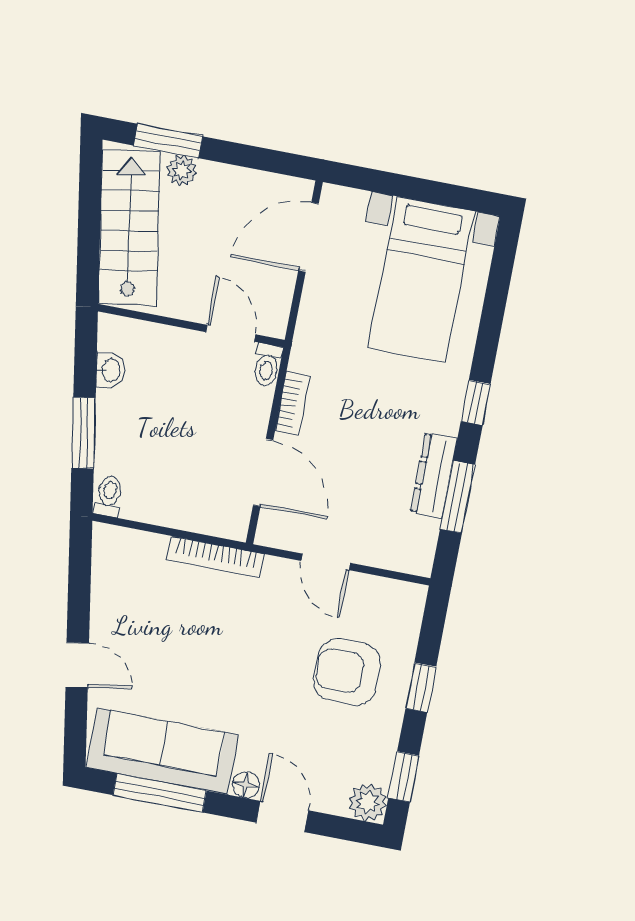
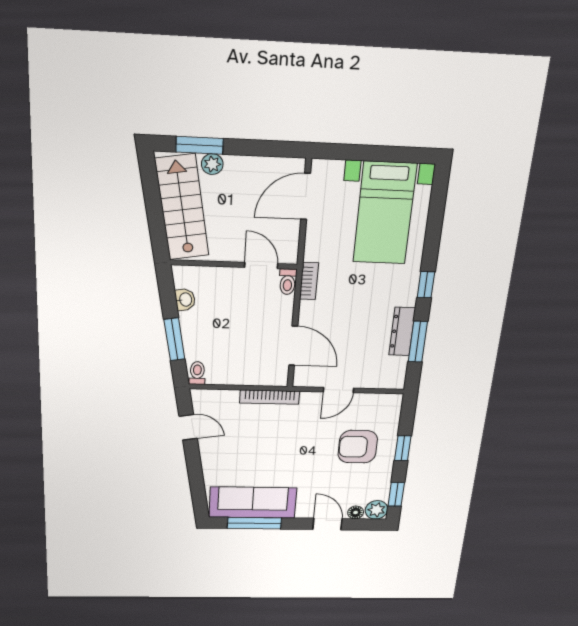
bookcase: (292, 403) -> (309, 281), moved
door: (326, 562) -> (339, 390), hinge flipped
door: (77, 665) -> (188, 427), moved
floor lamp: (246, 785) -> (356, 512), moved

